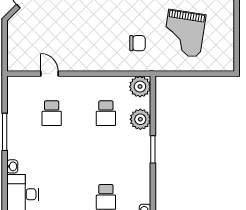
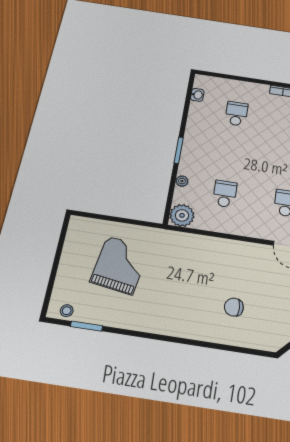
chair: (137, 43) -> (234, 307), moved
plant: (140, 119) -> (182, 181), width x0.53, depth x0.53

